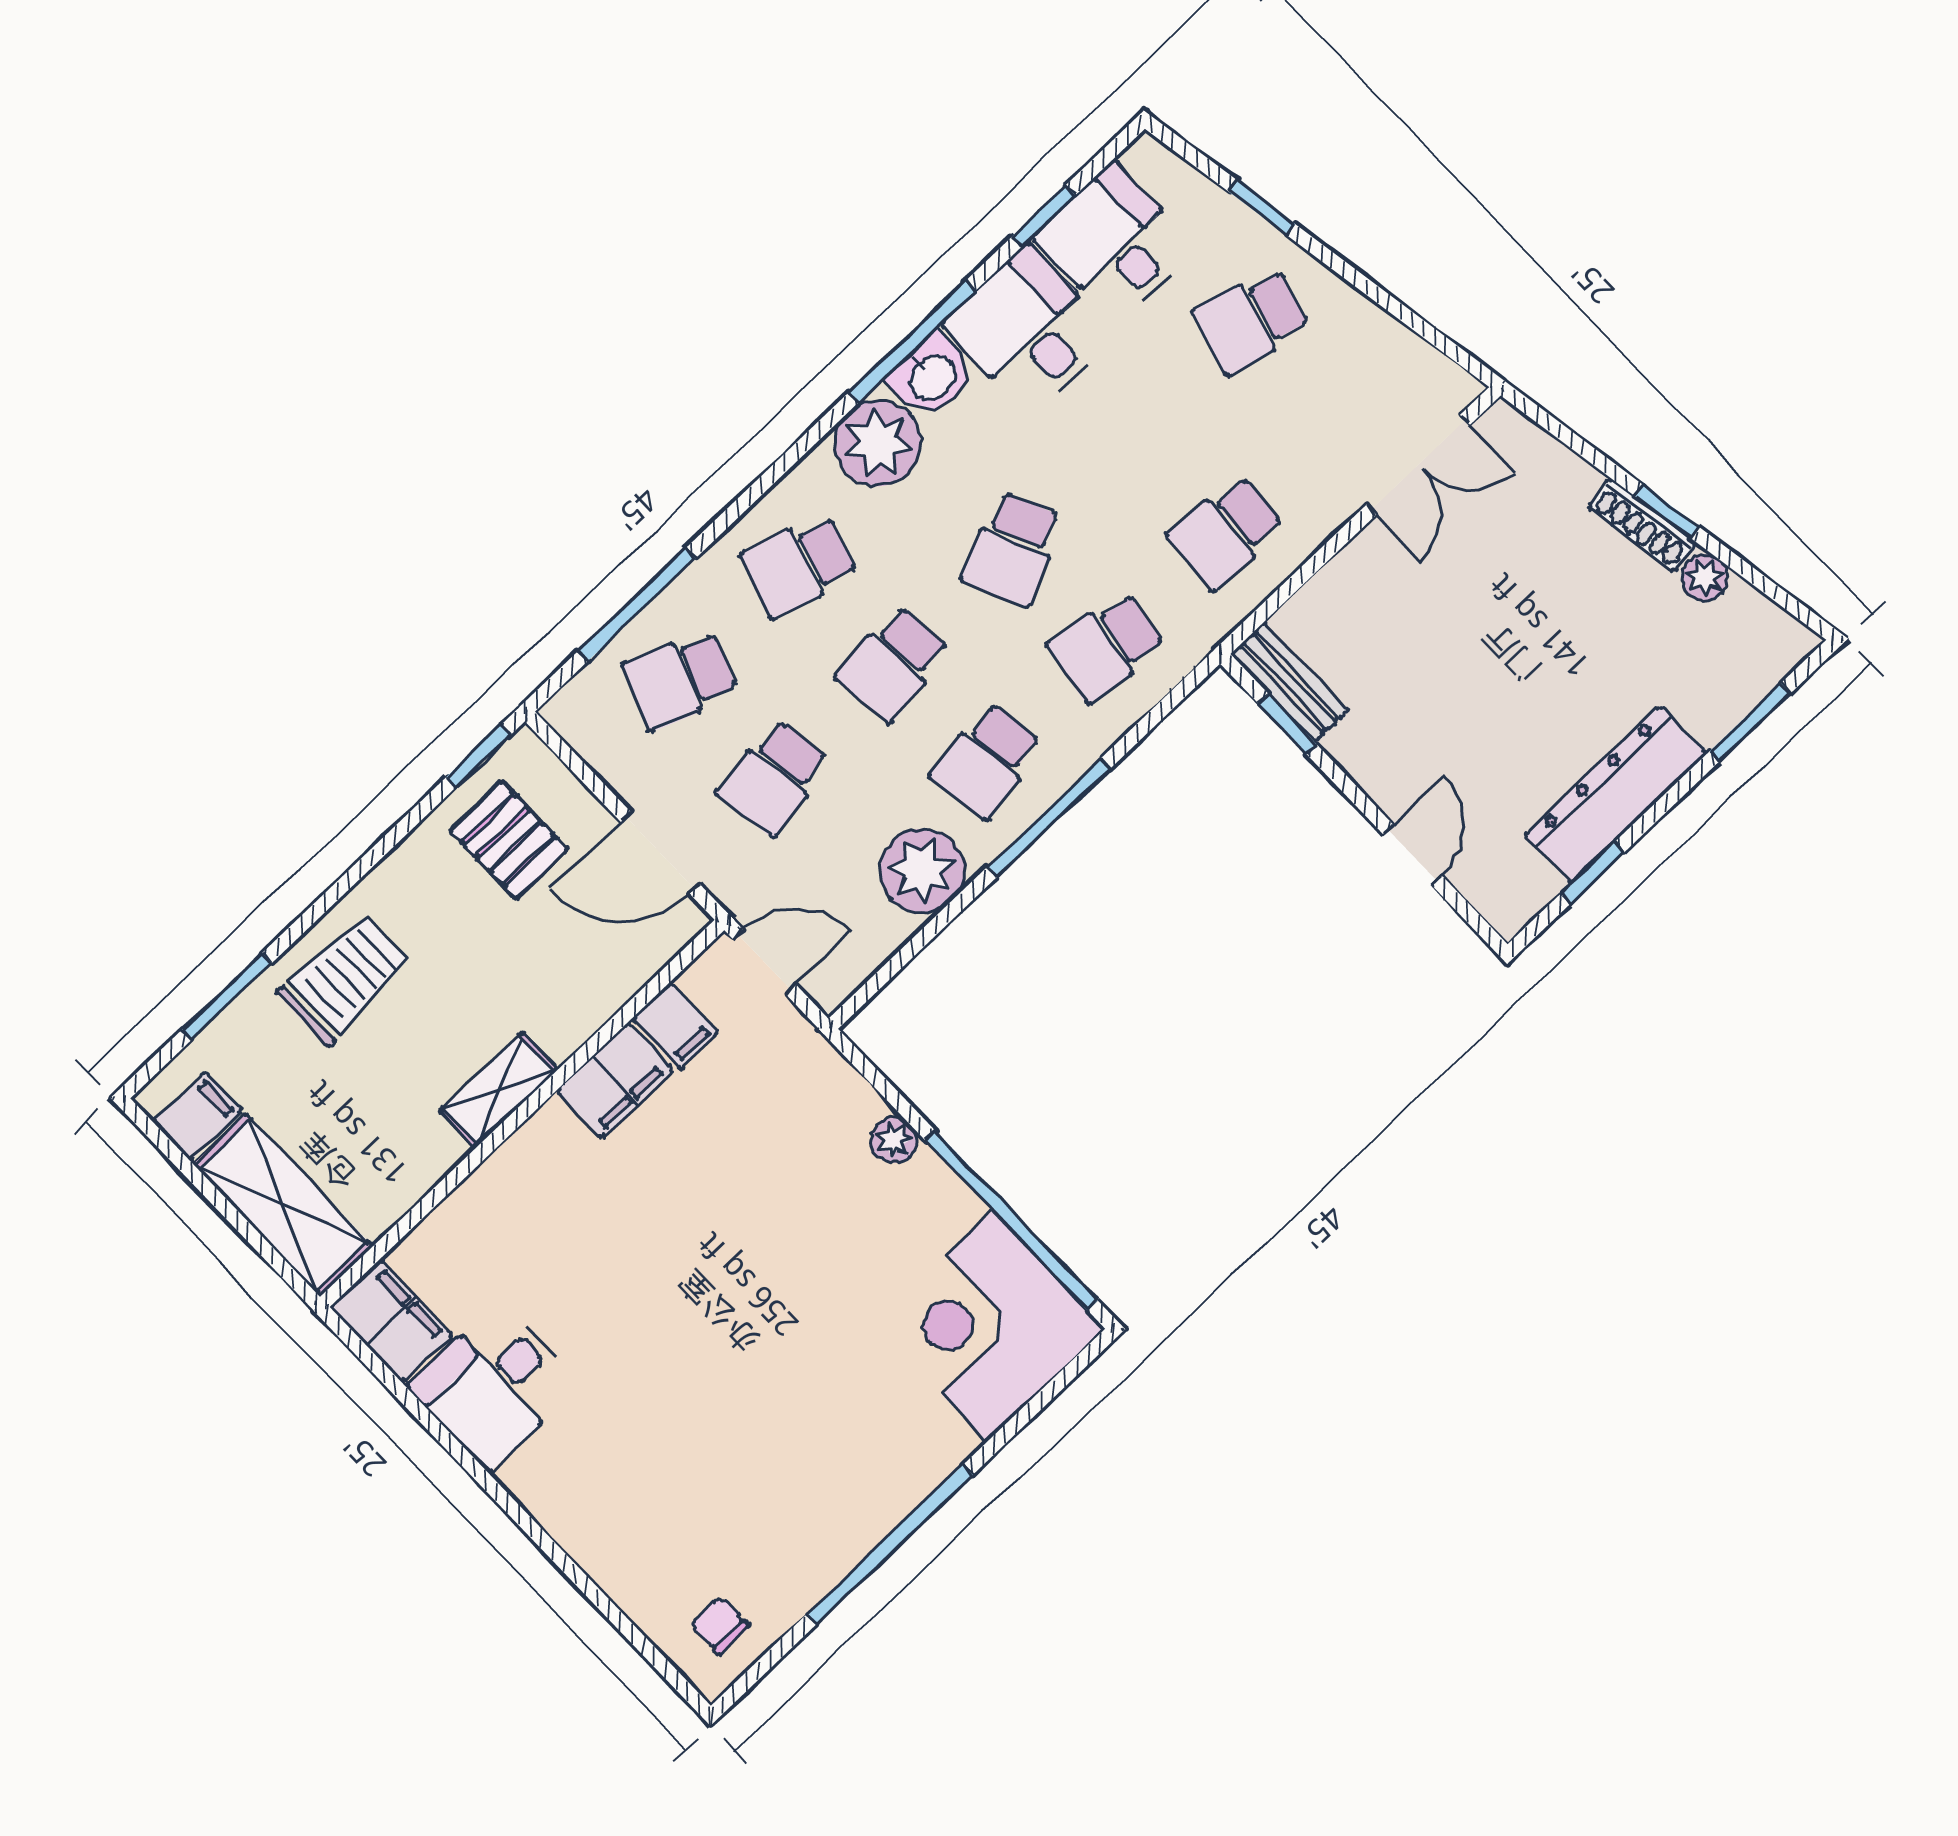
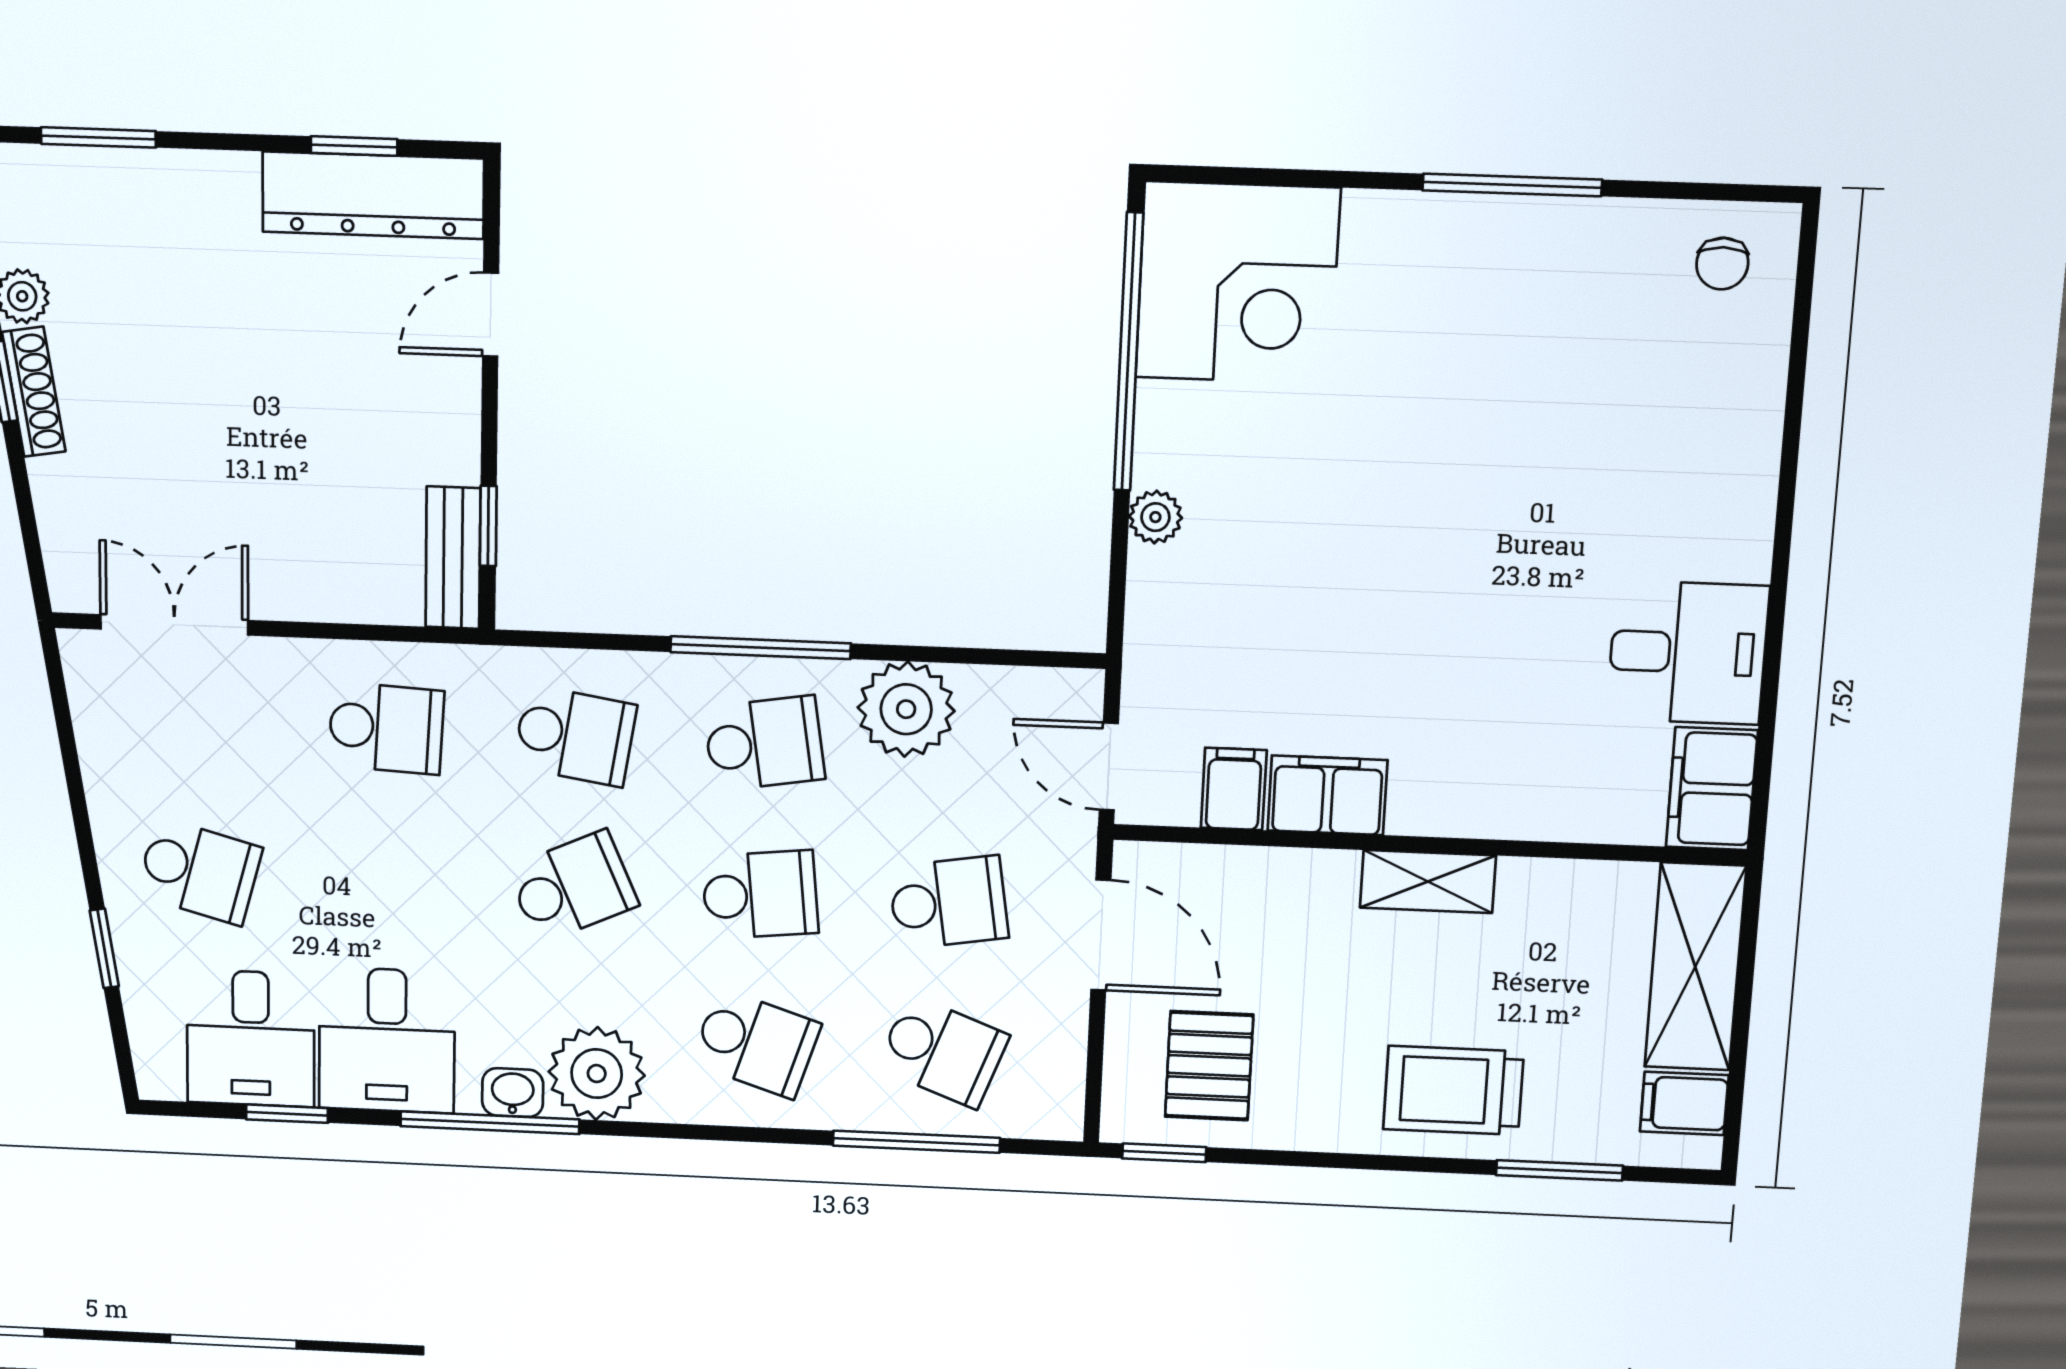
washbasin: (932, 376) -> (513, 1093), width x0.72, depth x0.69
dresser: (1616, 794) -> (373, 195), moved
window: (889, 1545) -> (1512, 185), width x0.68

